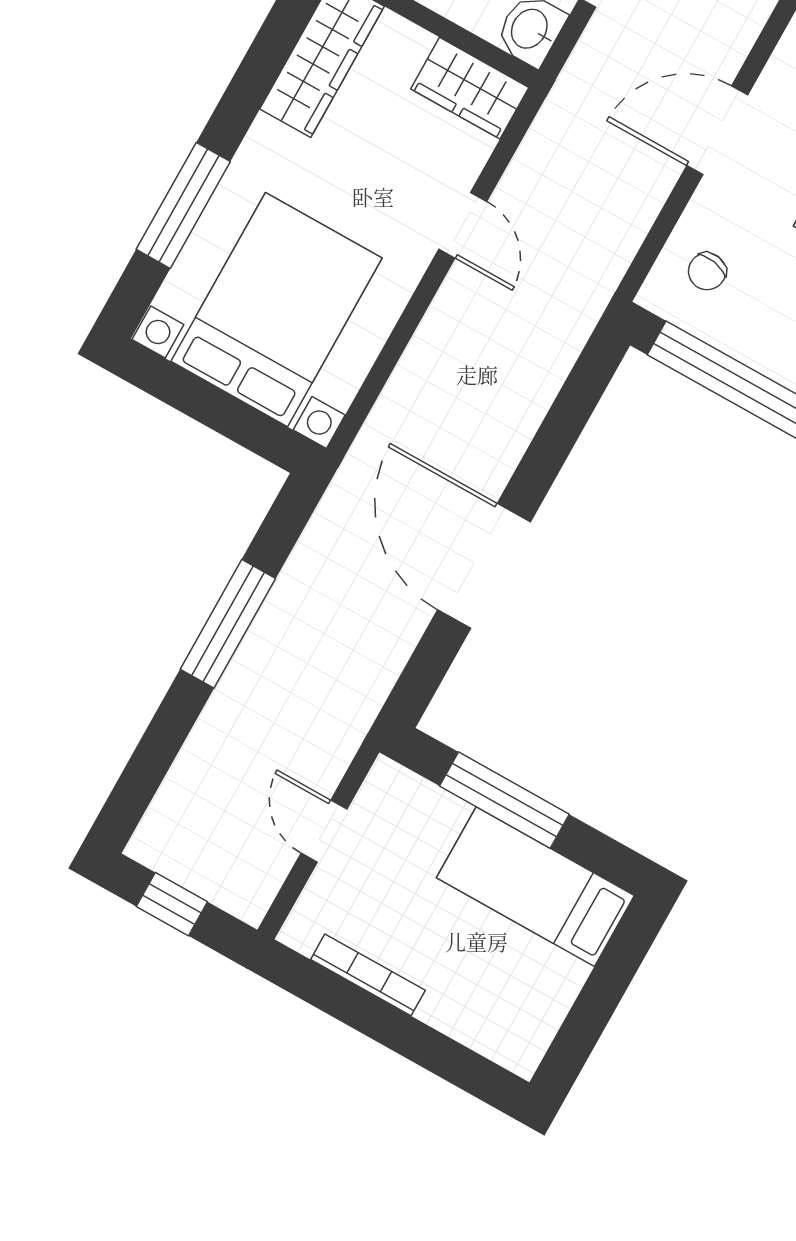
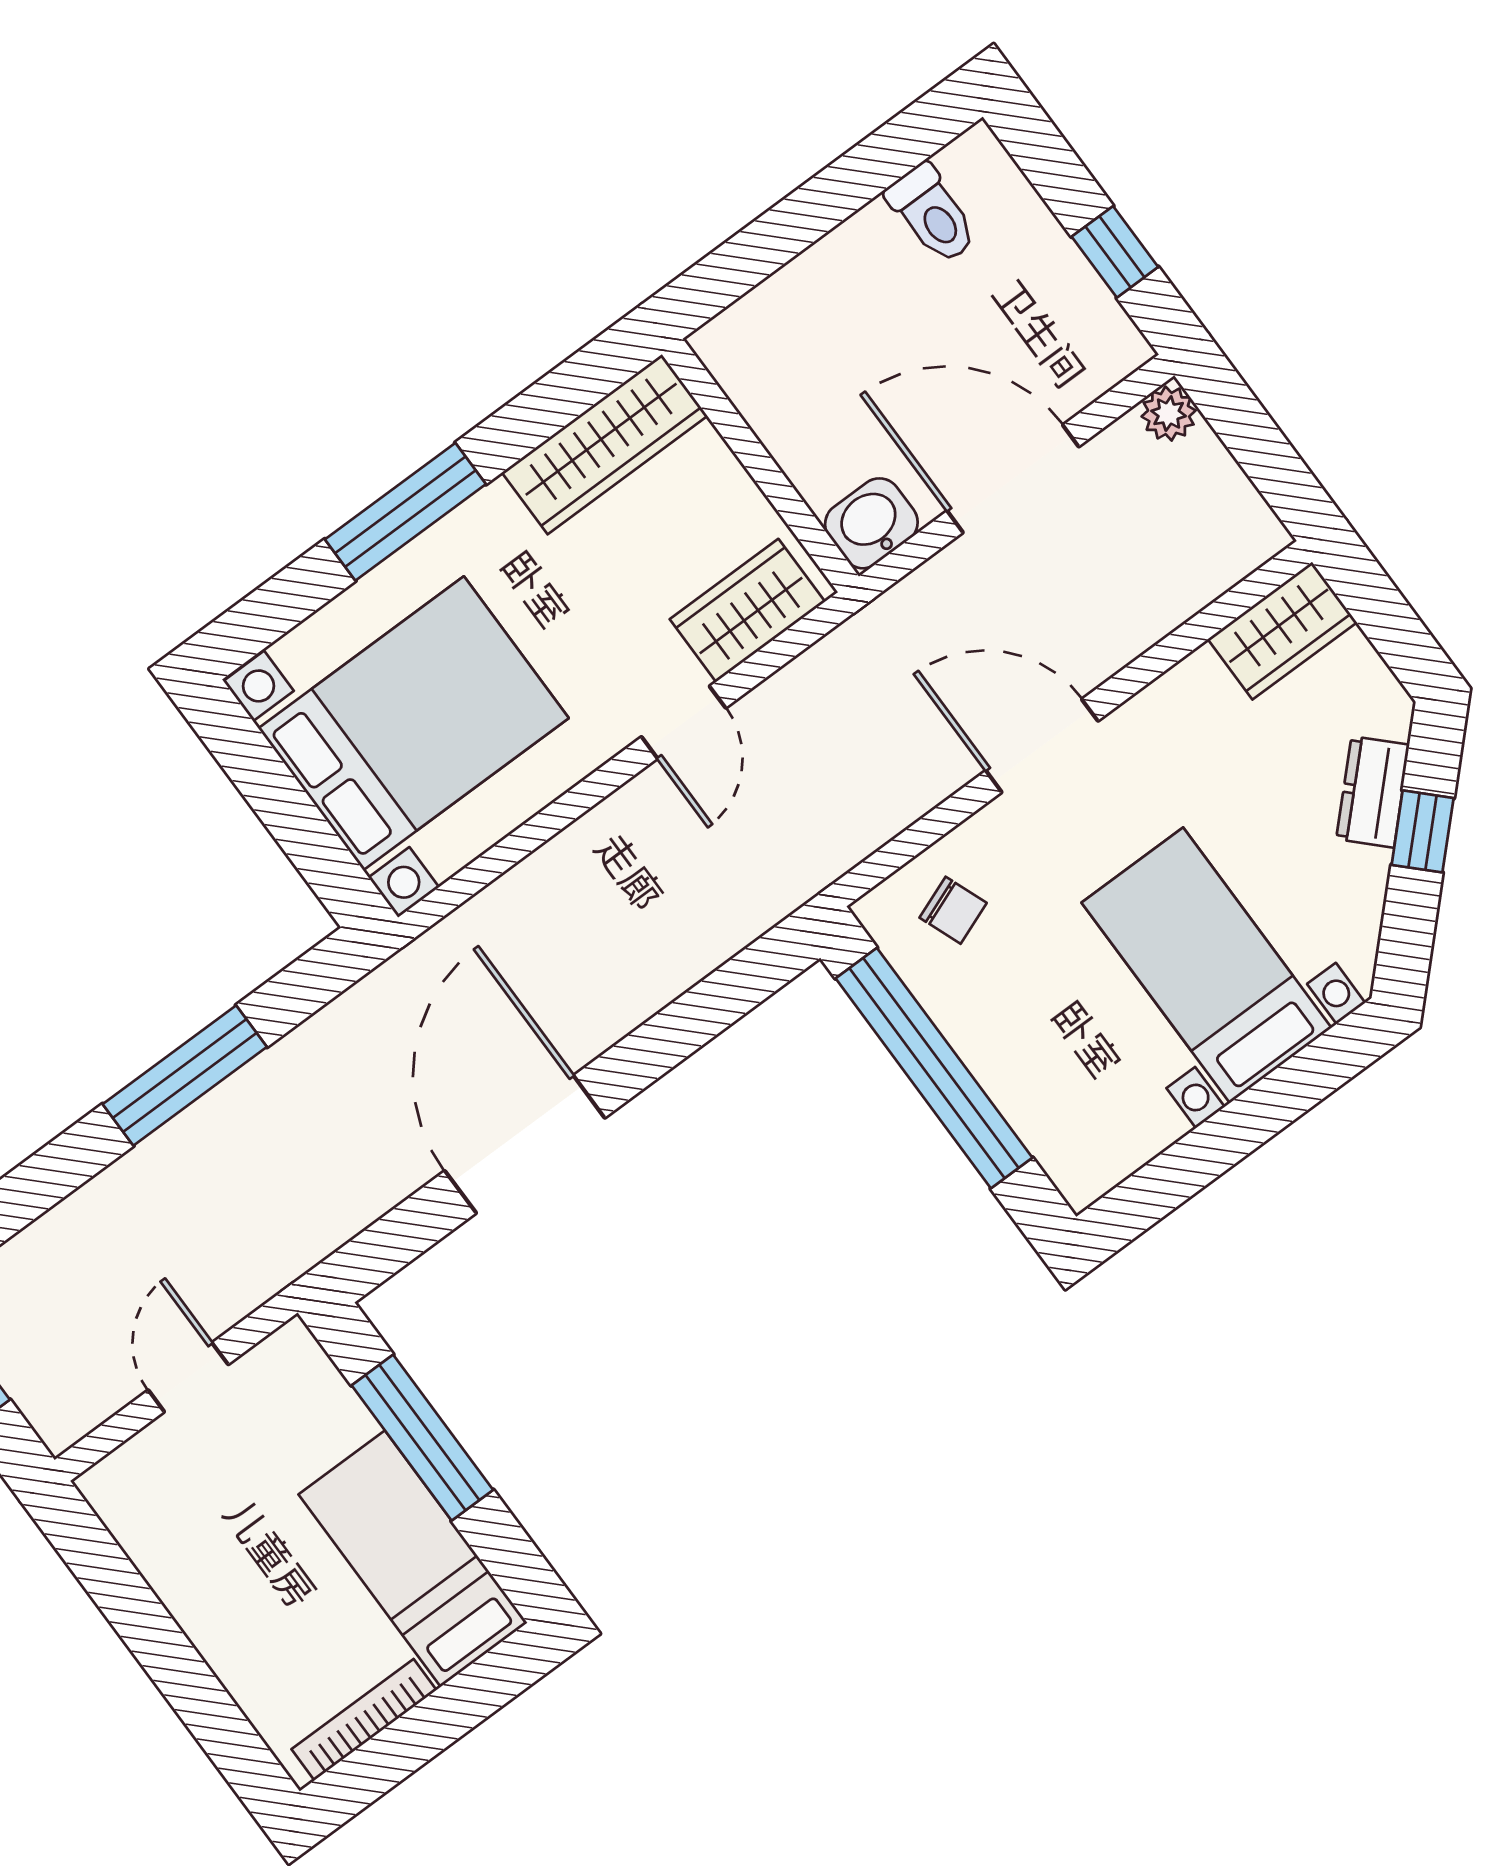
wardrobe: (470, 88) -> (747, 610), moved, turned 90
window: (183, 205) -> (405, 512), moved
chair: (707, 271) -> (953, 910), turned -121
bookcase: (368, 975) -> (364, 1720), moved, turned -90

